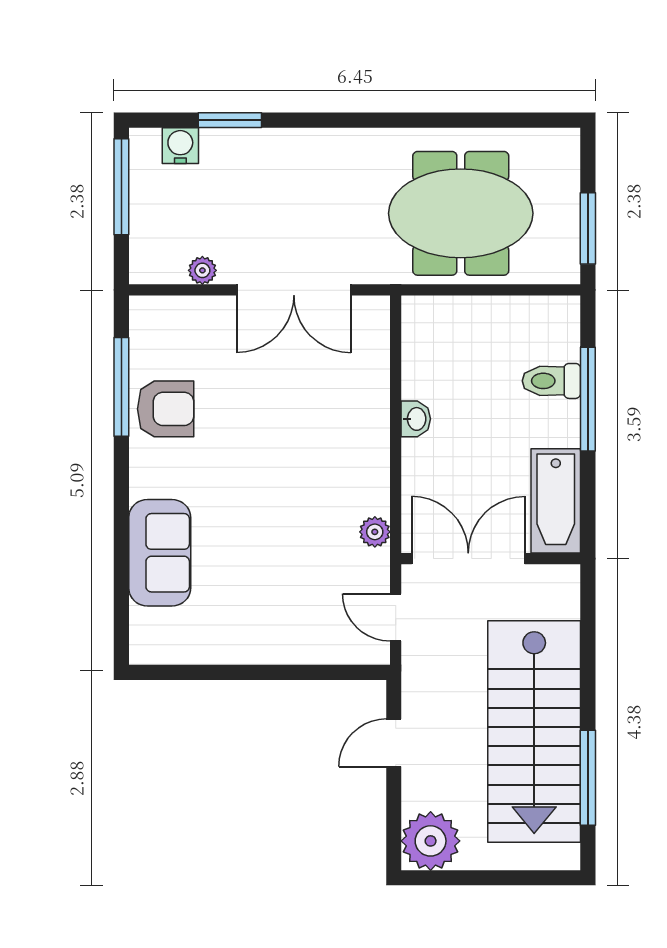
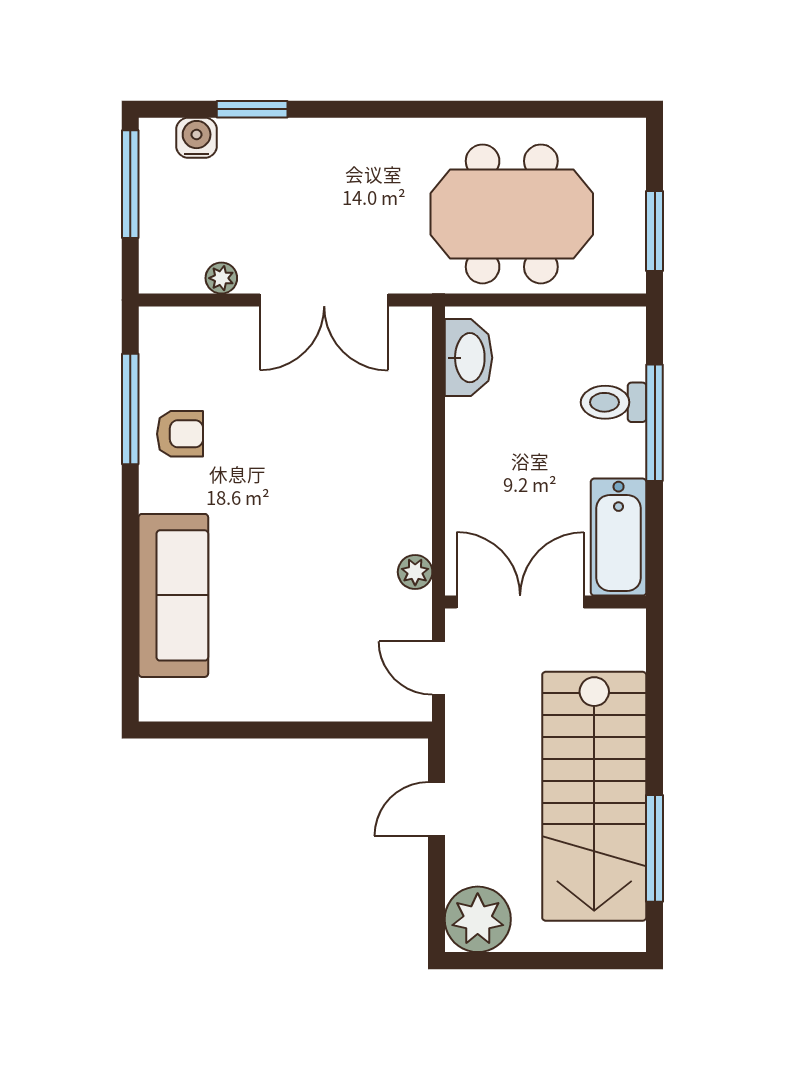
armchair: (166, 409) -> (180, 434), width x0.72, depth x0.72
washbasin: (416, 419) -> (468, 358), moved, width x1.91, depth x1.45
sofa: (160, 553) -> (173, 595), width x1.36

